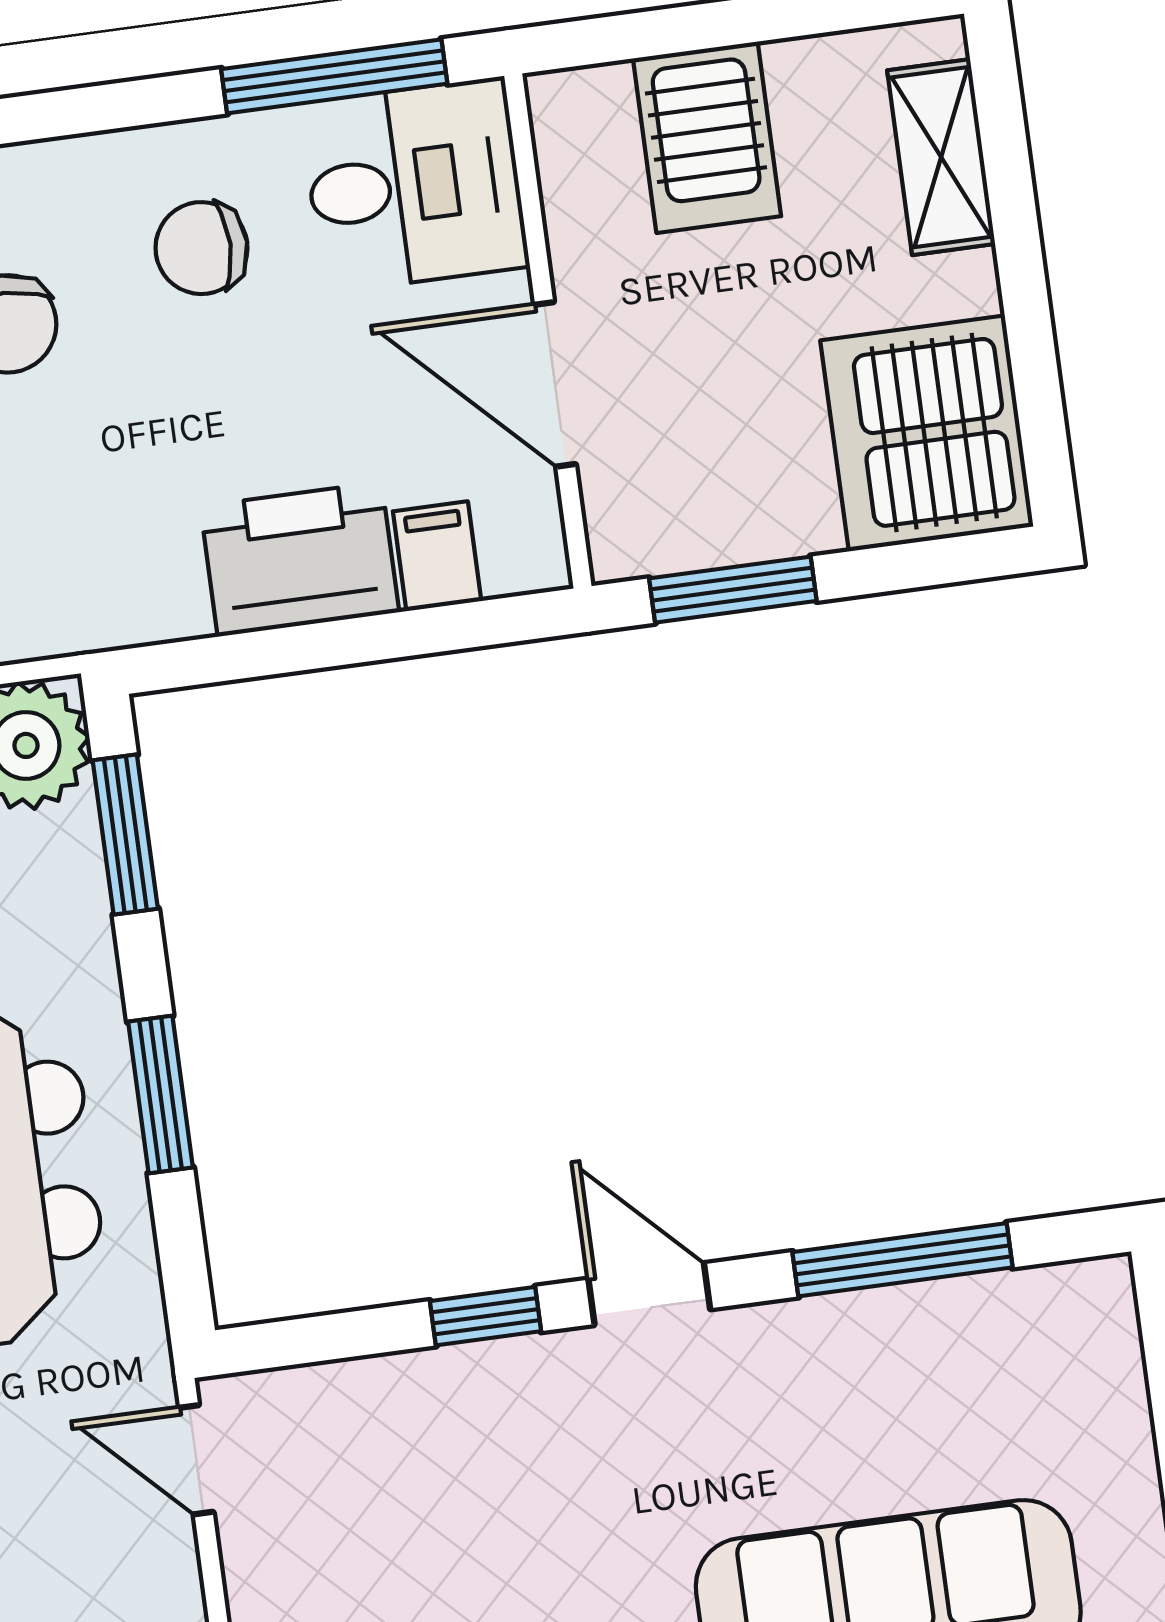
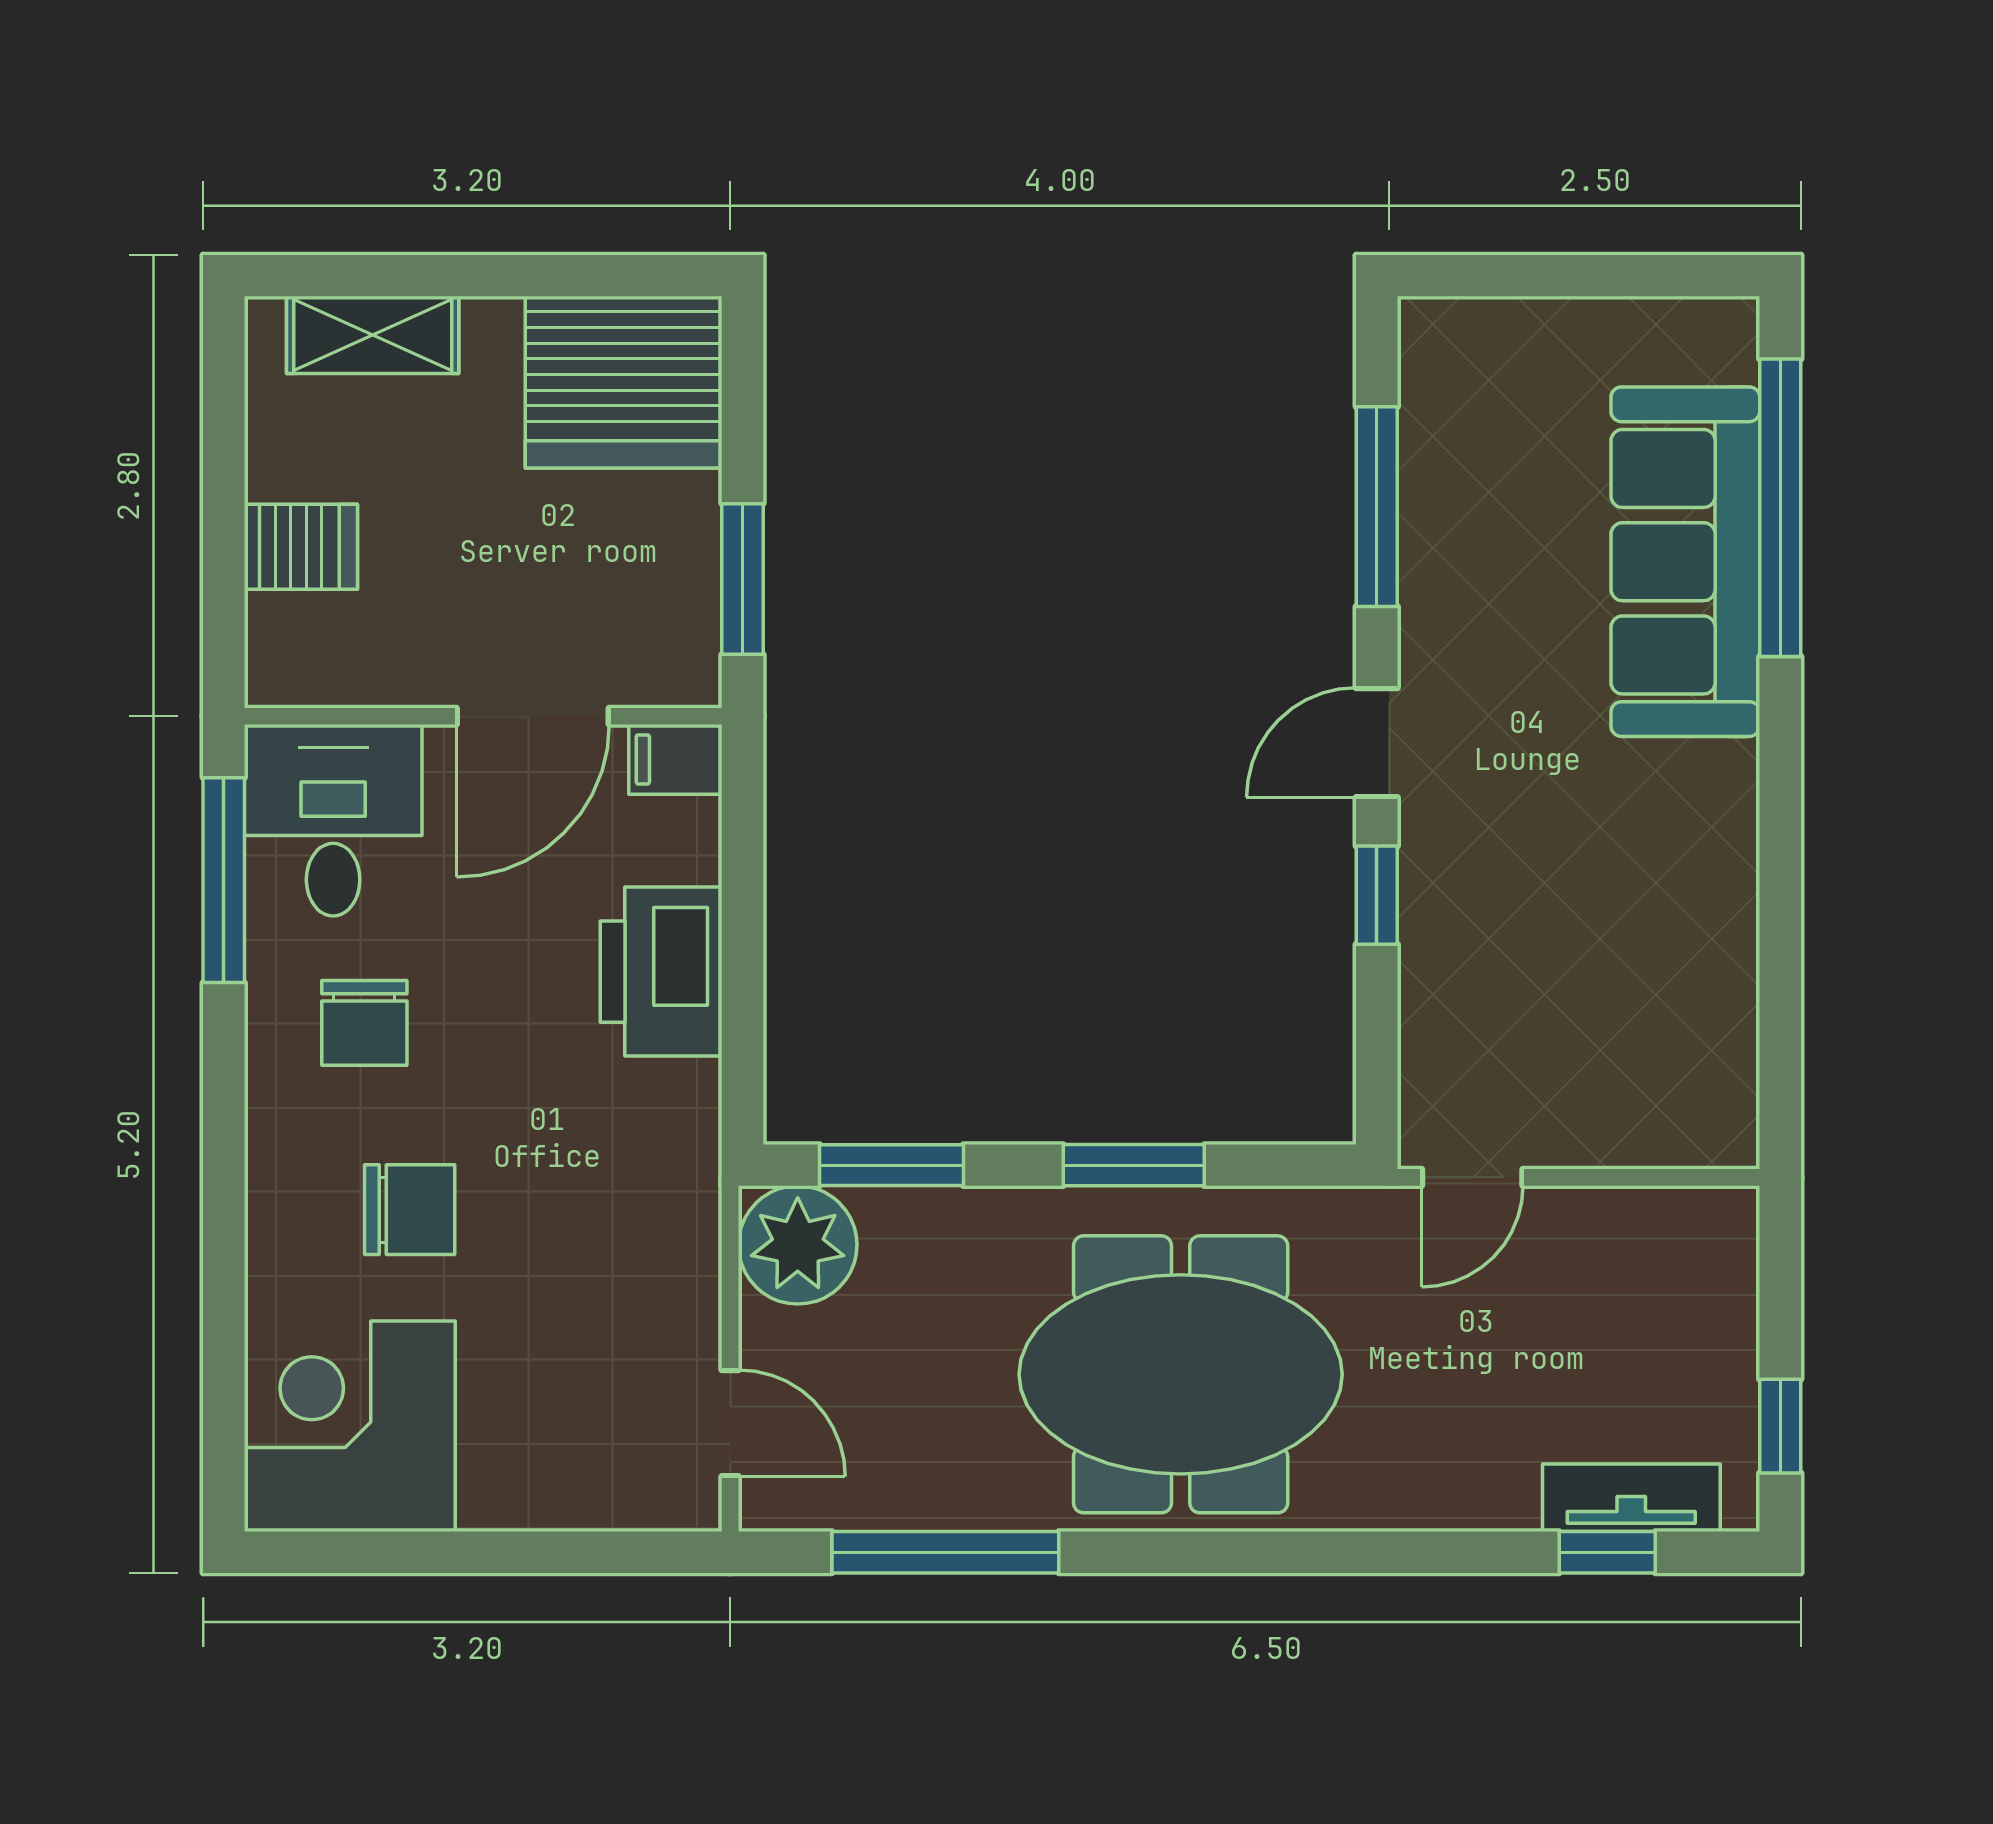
server rack: (707, 137) -> (301, 547), width x0.73, depth x0.70
filing cabinet: (437, 556) -> (675, 759), moved

